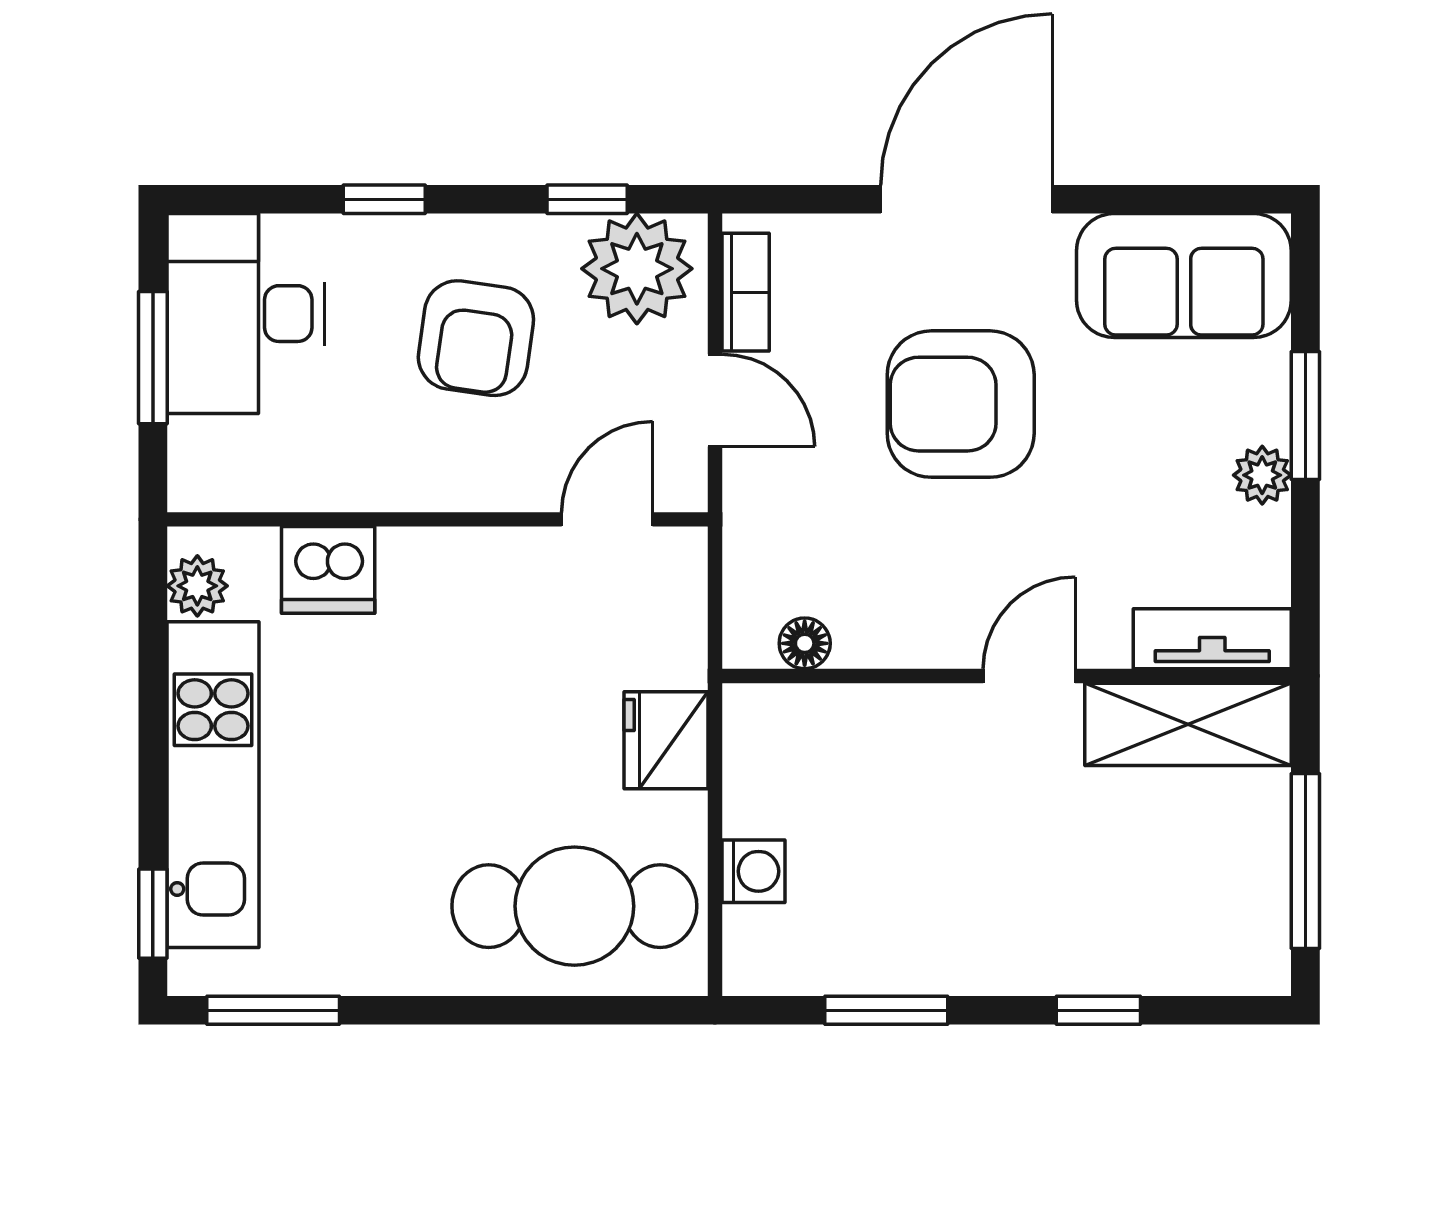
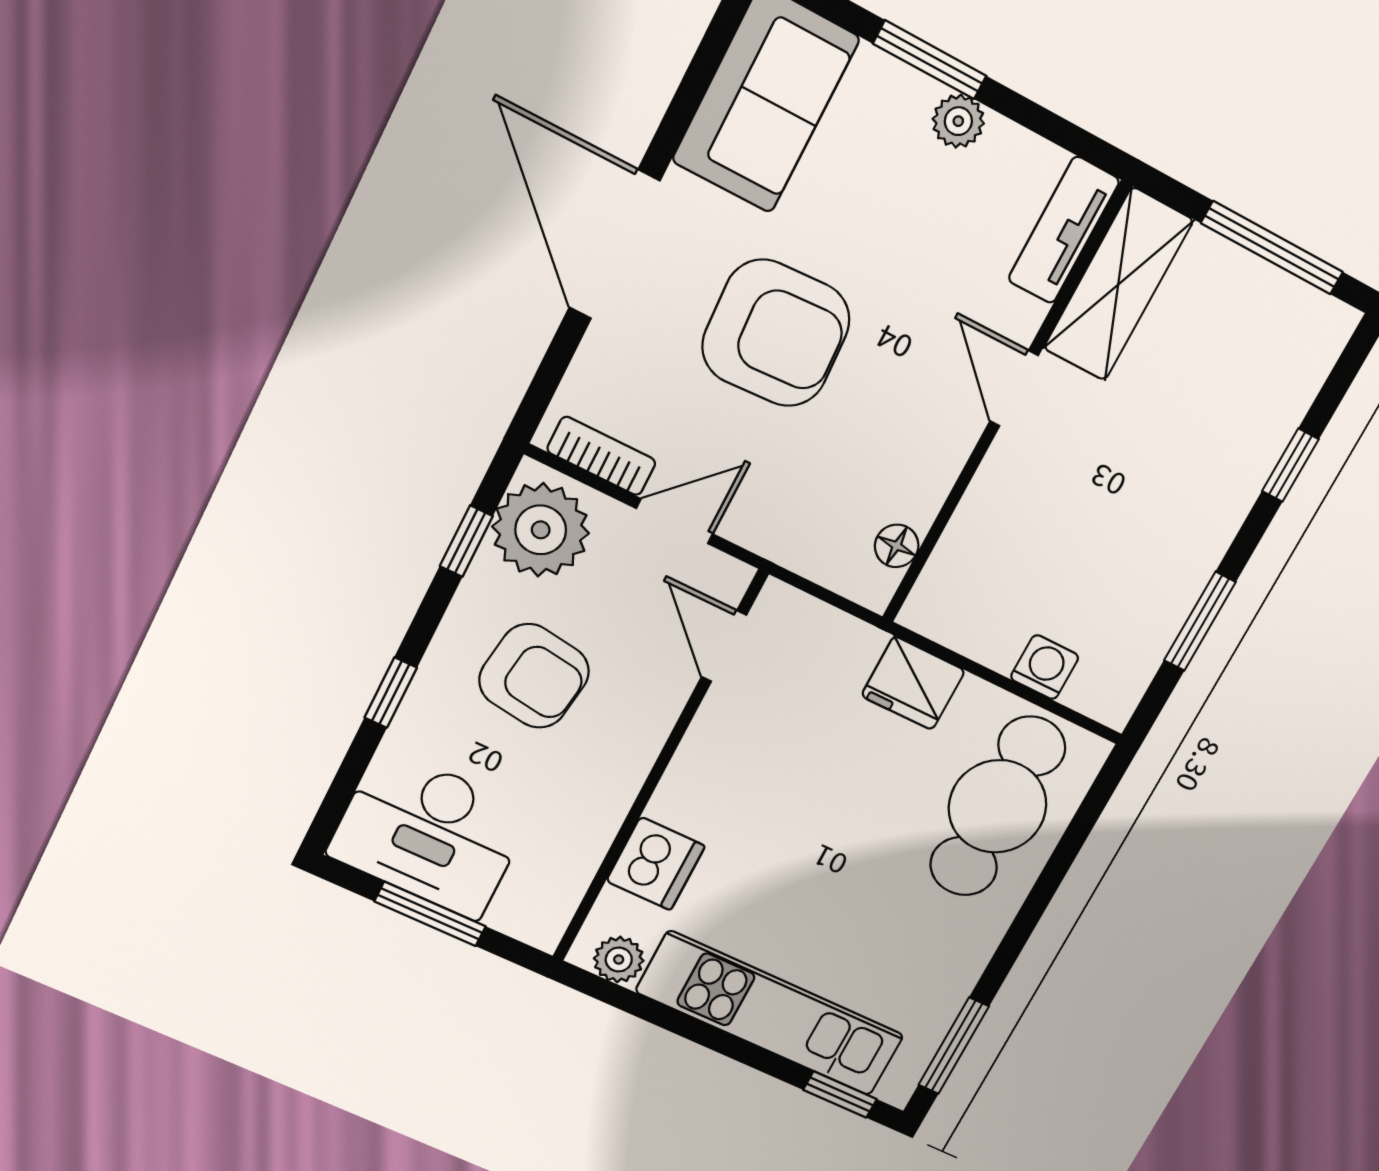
armchair: (961, 404) -> (776, 333), turned -93

